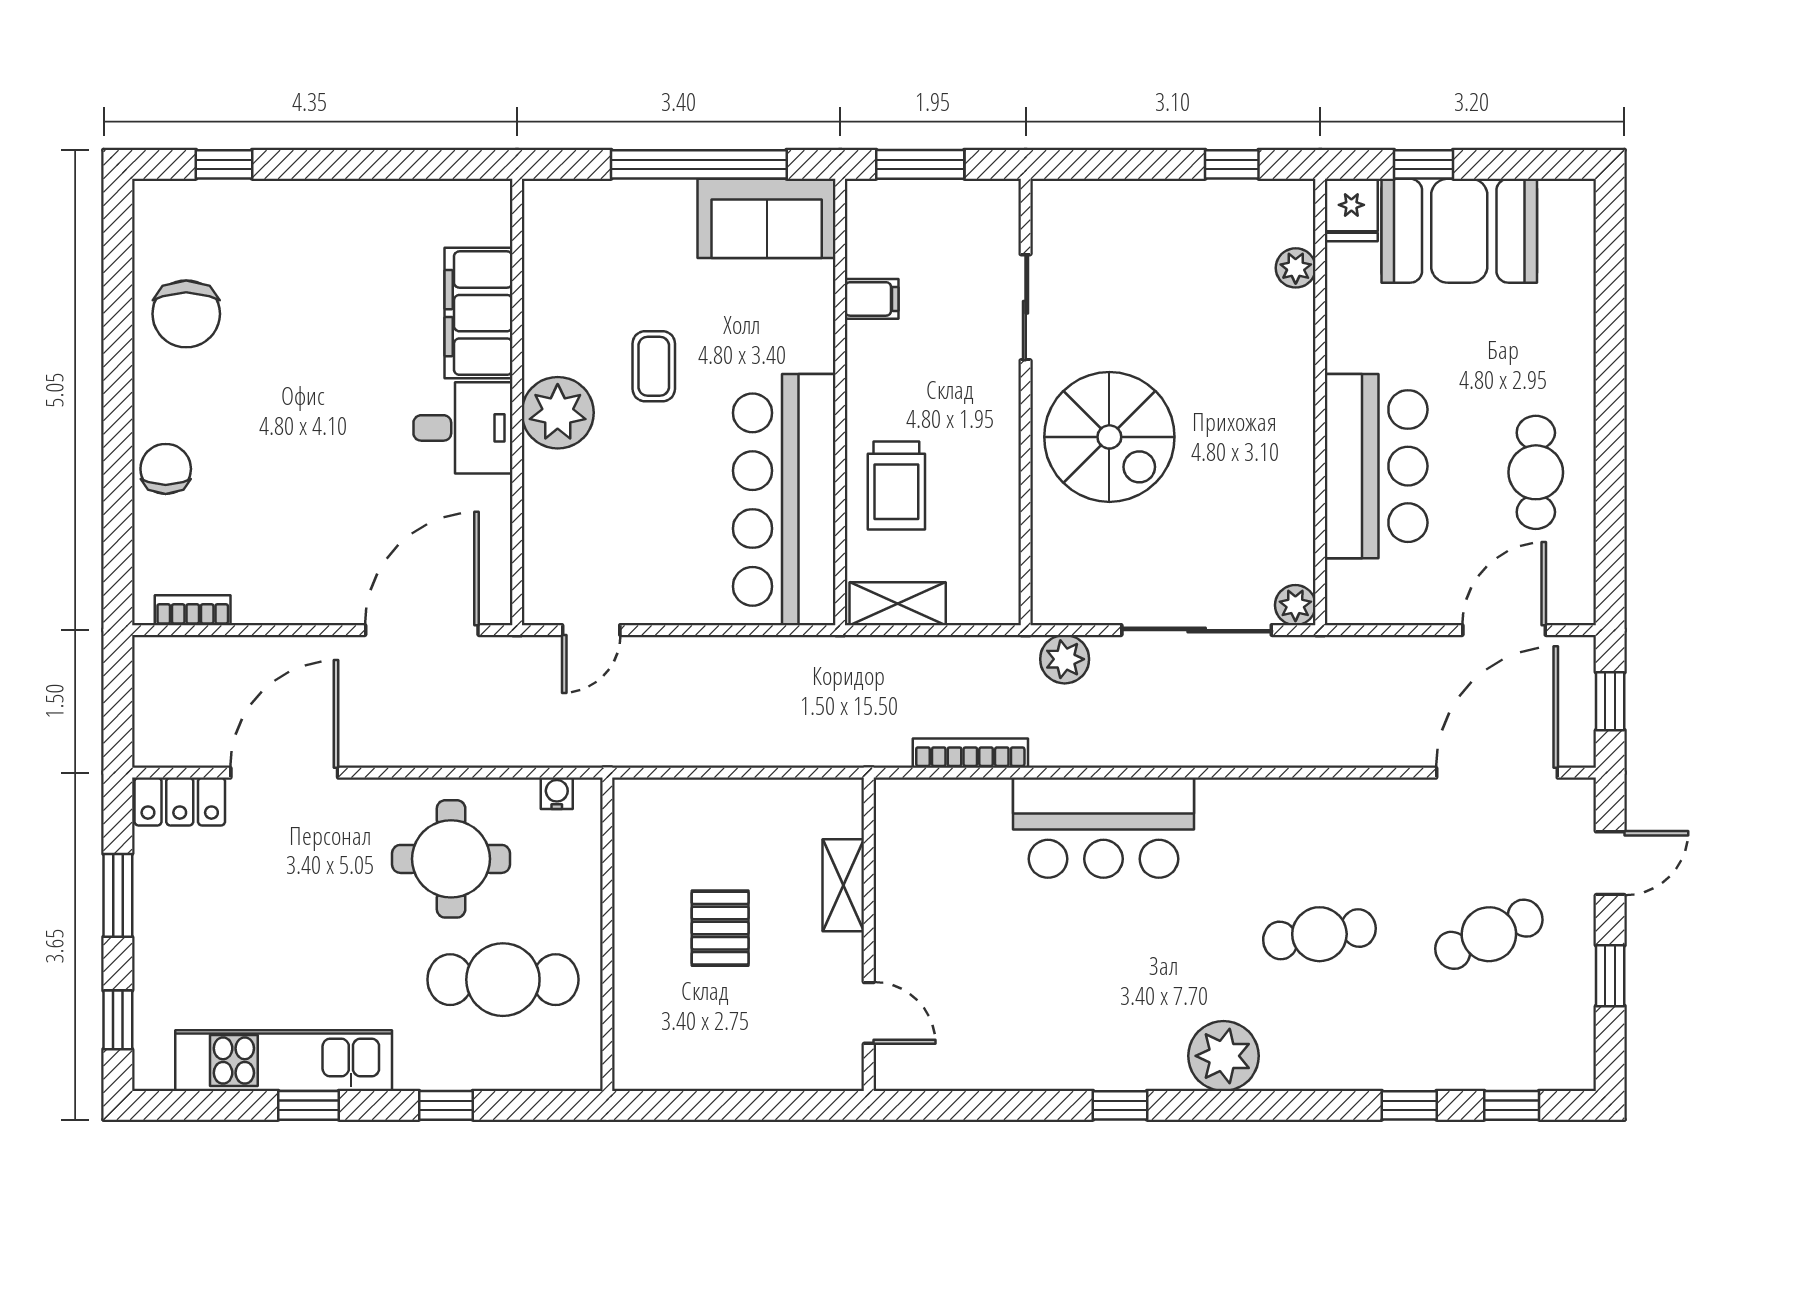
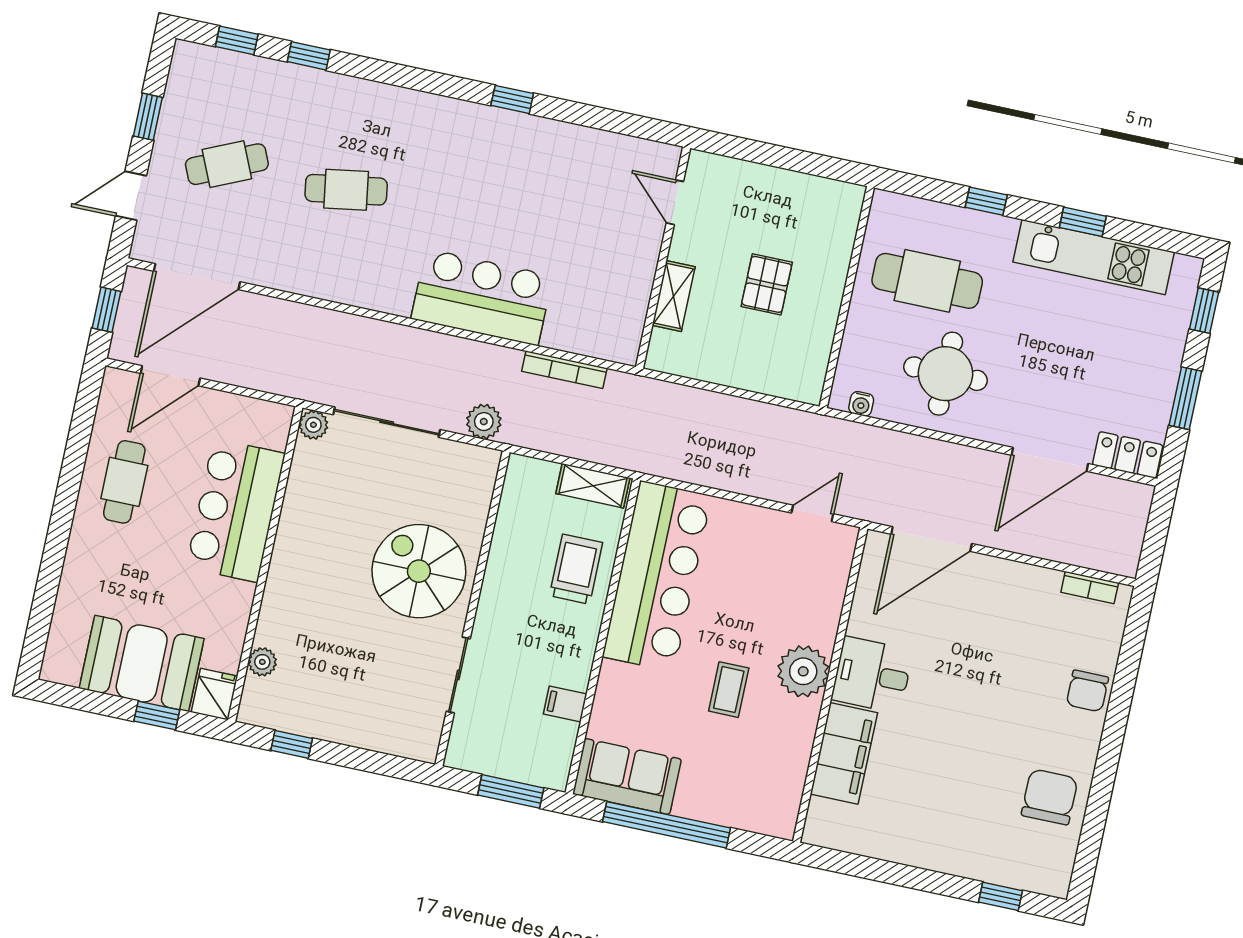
plant: (1223, 1056) -> (432, 119), removed

